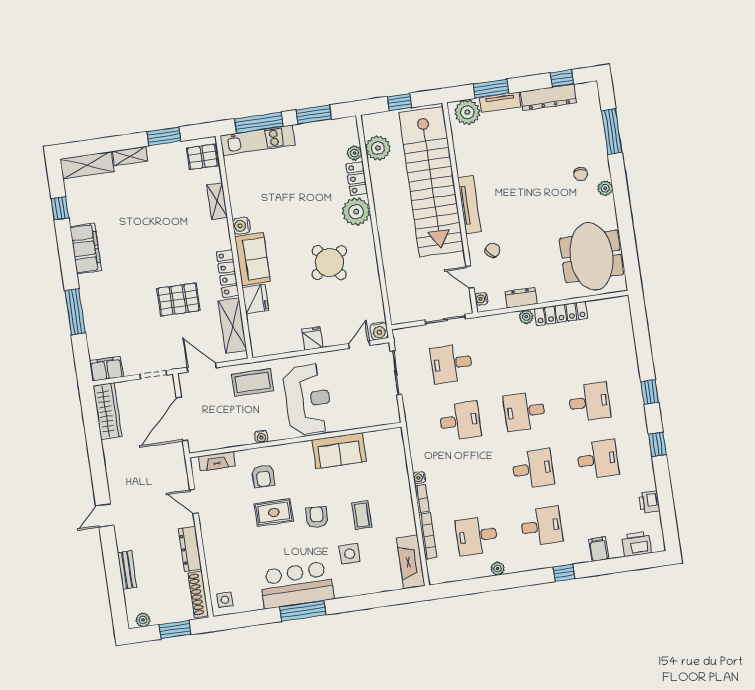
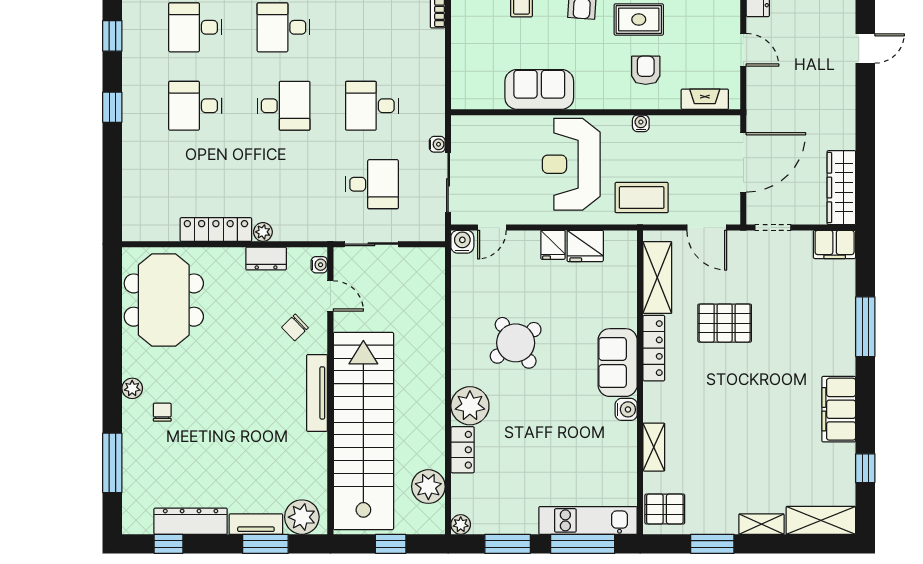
plant: (354, 153) -> (461, 524), moved
fridge: (255, 299) -> (585, 246), moved, turned -90
water cooler: (419, 478) -> (437, 144), moved

